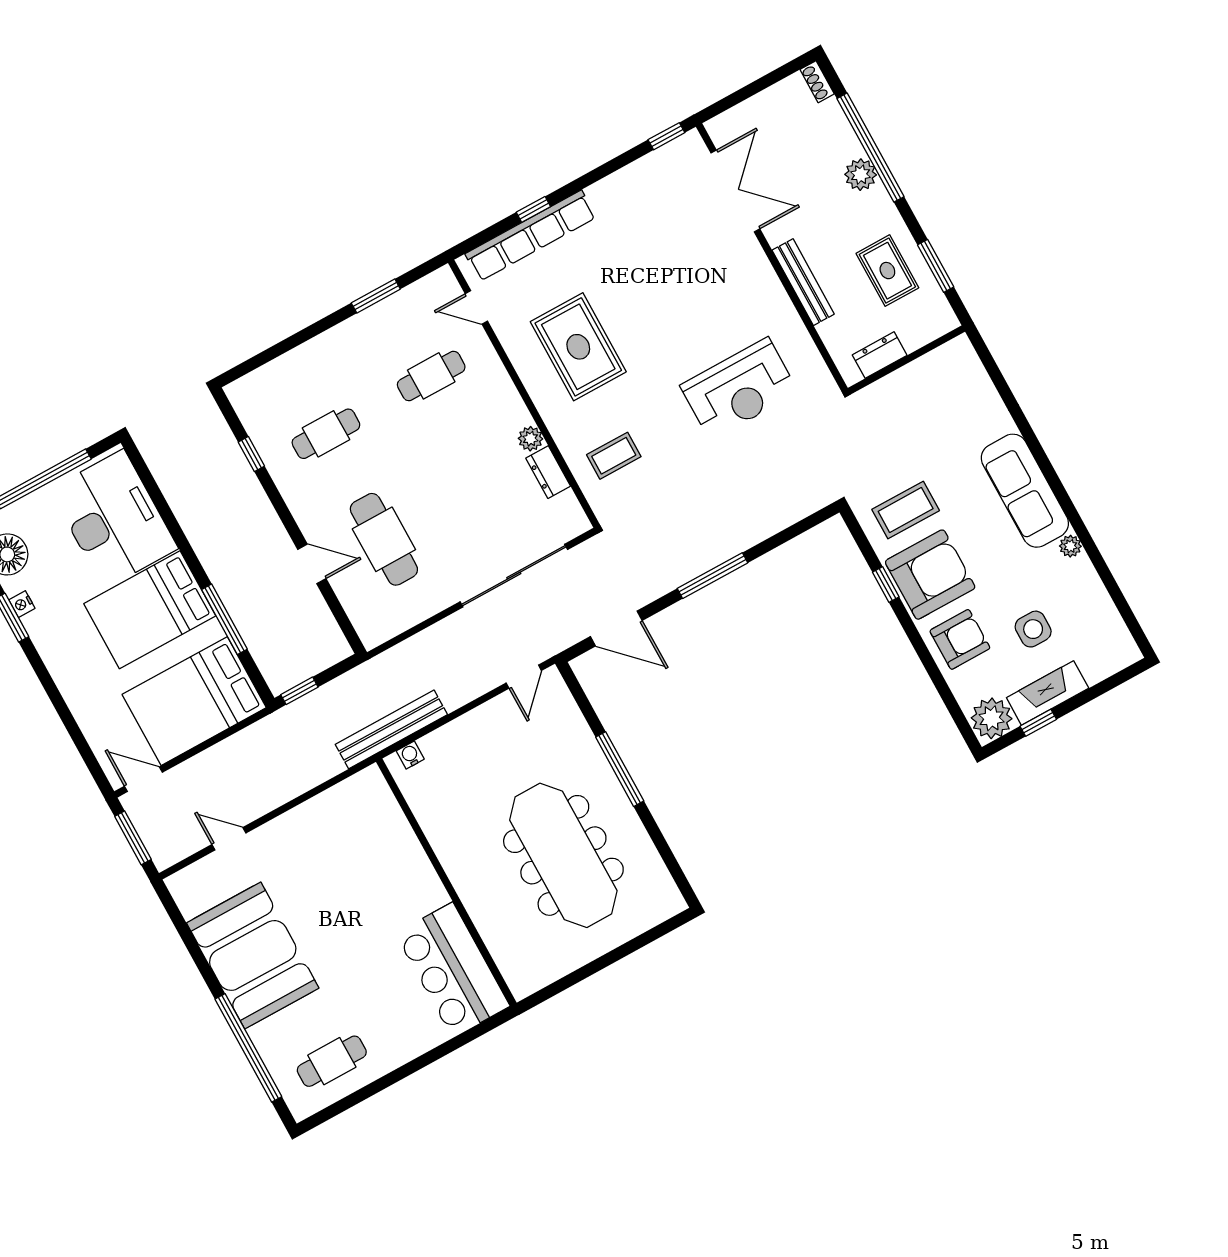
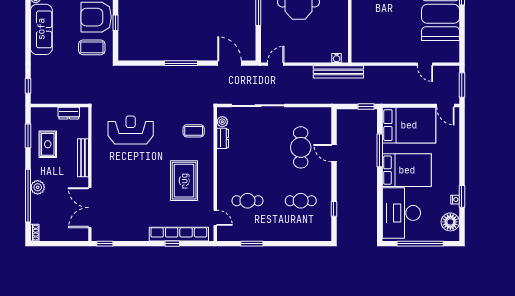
window: (990, 365) -> (28, 86), added
plant: (530, 439) -> (222, 122), moved

